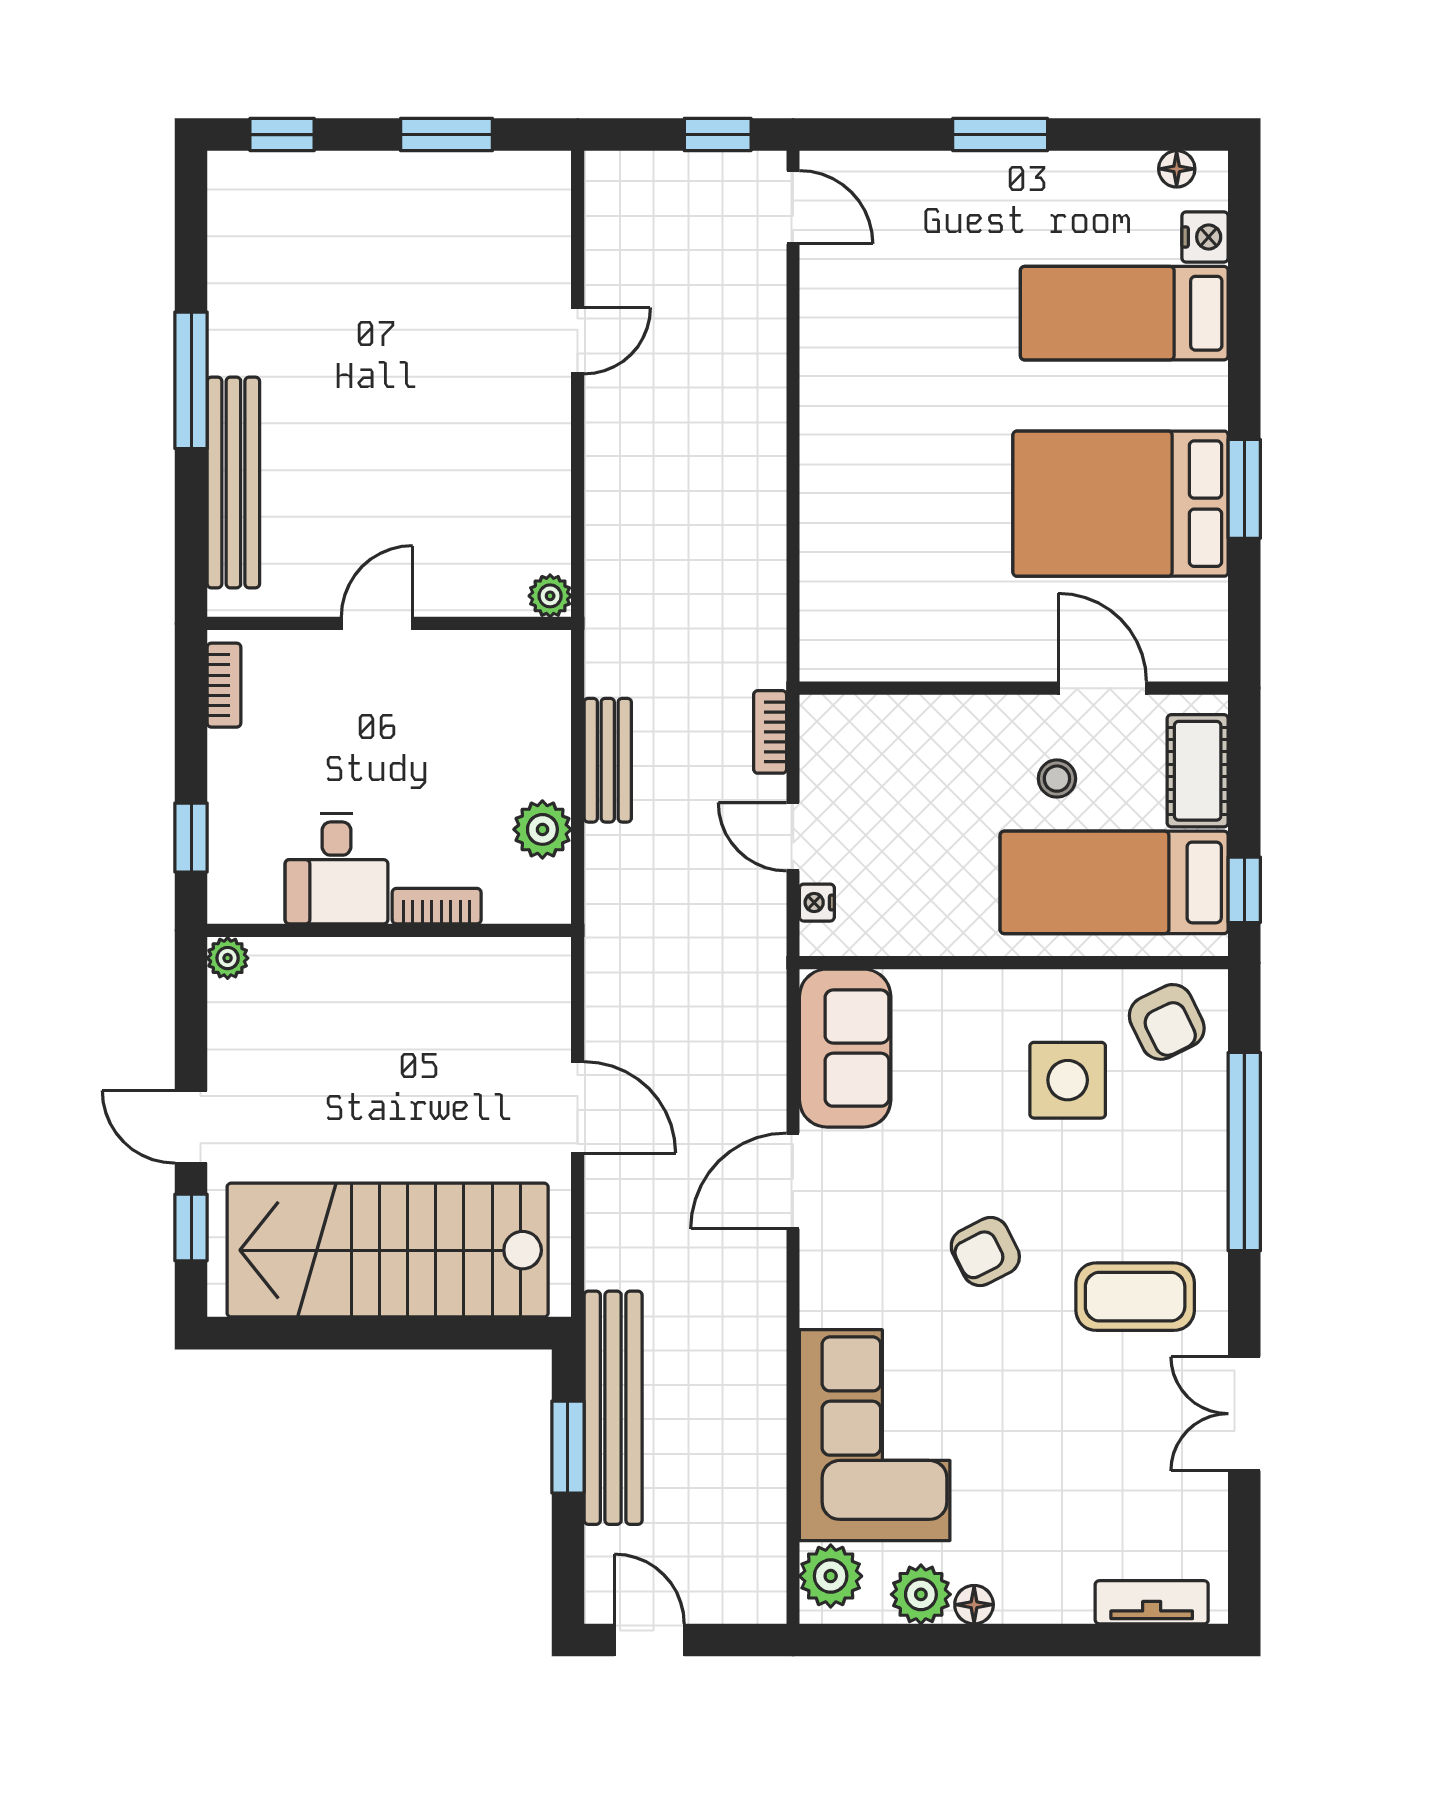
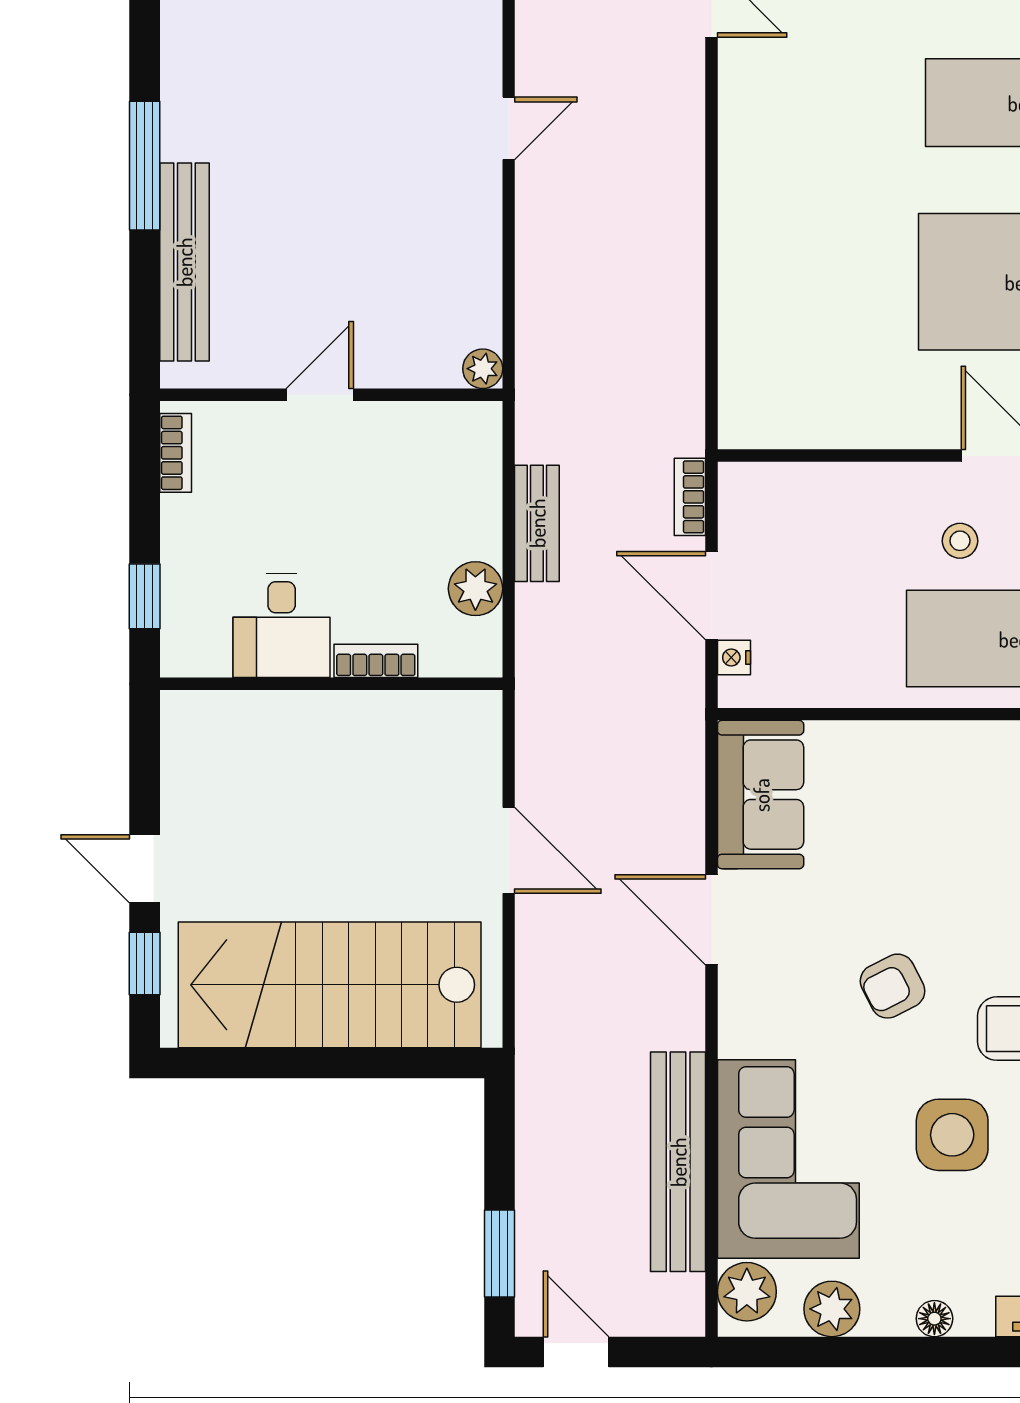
door: (793, 837) -> (711, 596), width x1.38
plant: (228, 958) -> (179, 710), removed
side table: (1068, 1080) -> (952, 1135), moved
door: (793, 1181) -> (711, 920), hinge flipped
bench: (613, 1408) -> (678, 1162), moved
window: (568, 1447) -> (500, 1254), moved
floor lamp: (974, 1605) -> (934, 1319), moved

